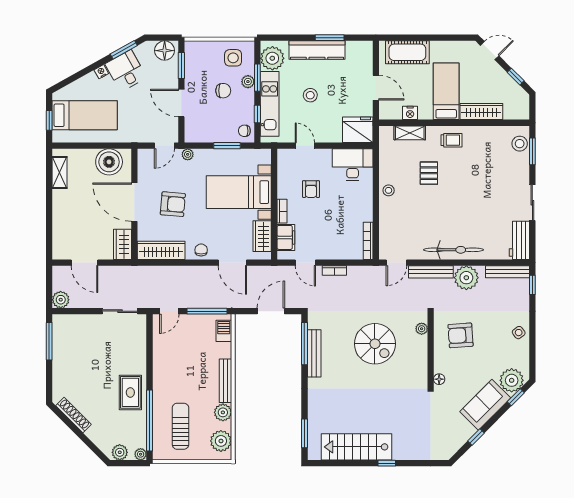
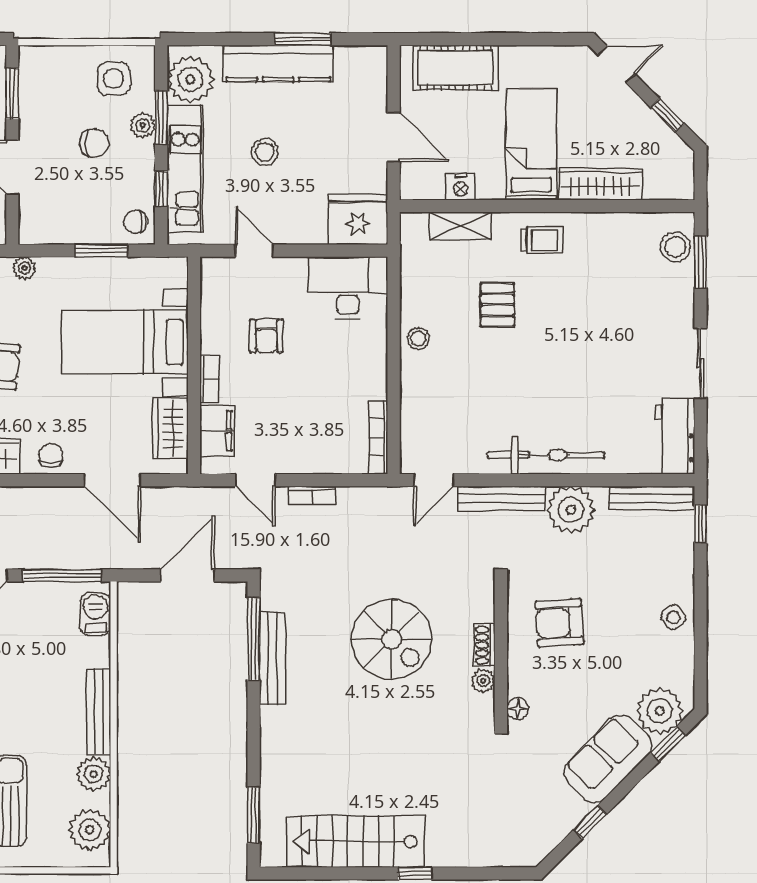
plant: (422, 329) -> (483, 681), moved
shoe rack: (422, 347) -> (485, 645), added

